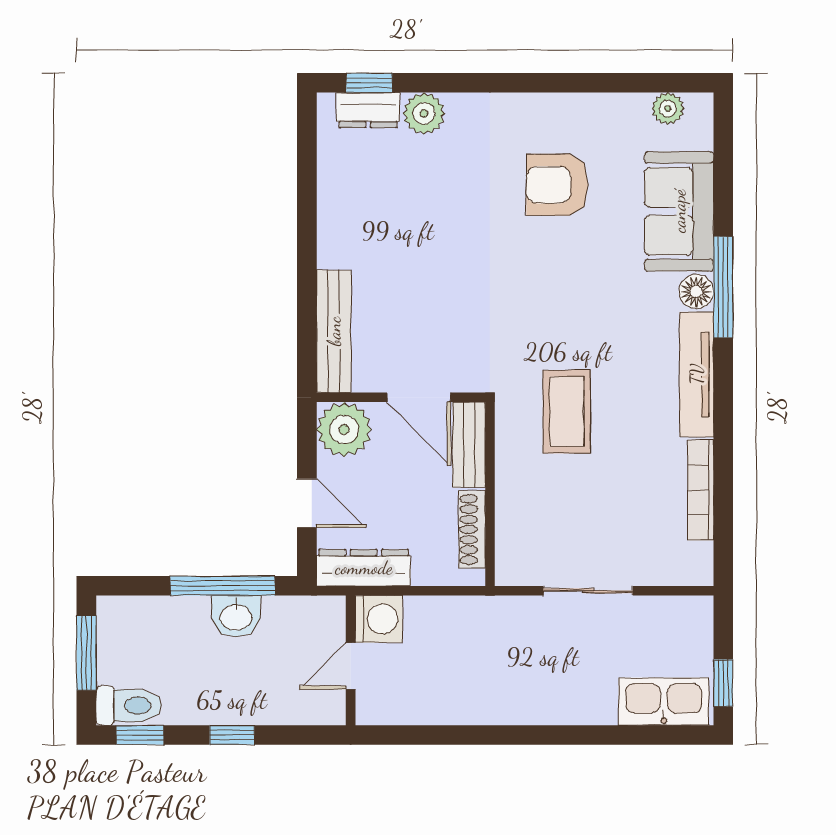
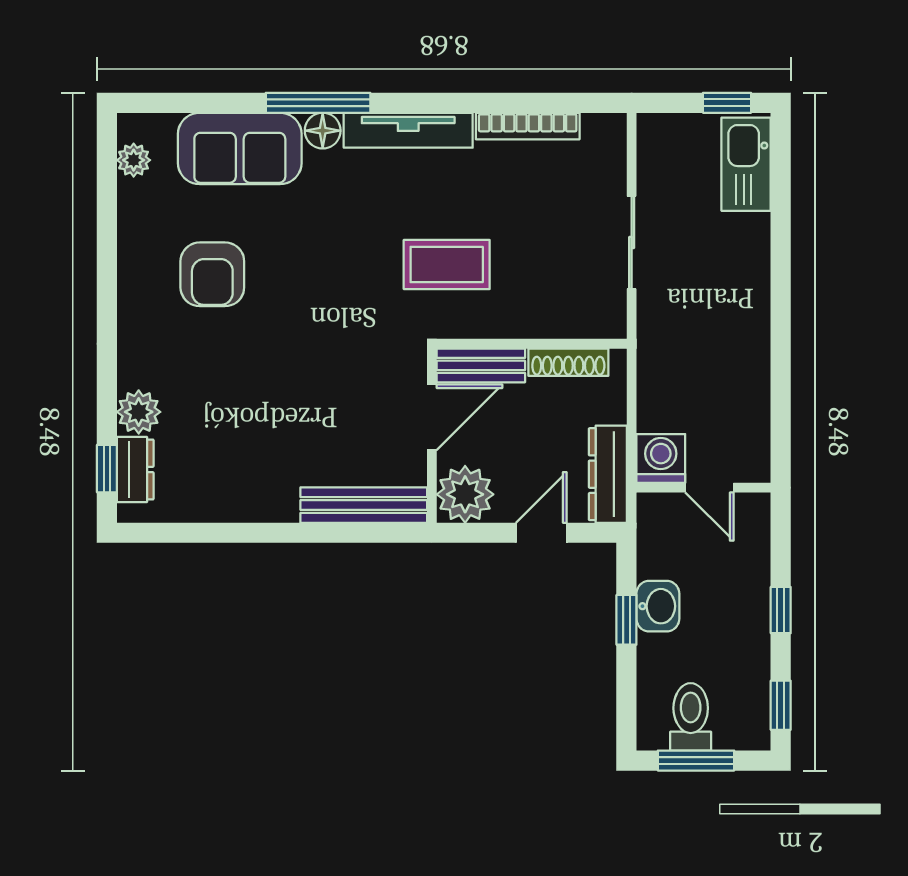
window: (223, 586) -> (626, 620), width x0.46
toilet: (129, 706) -> (691, 717), moved

